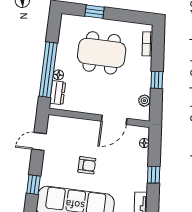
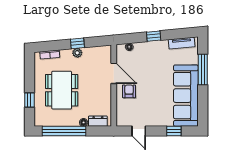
window: (48, 70) -> (64, 131), moved
plant: (144, 101) -> (77, 53), moved
armchair: (87, 165) -> (129, 91), moved

